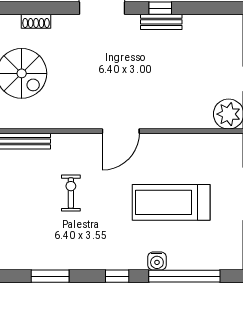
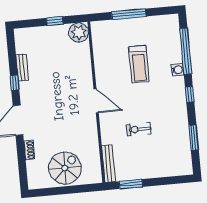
shoe rack: (36, 21) -> (29, 150), moved
bench: (161, 22) -> (22, 67), moved
treadmill: (171, 202) -> (139, 64), width x0.73, depth x0.73

